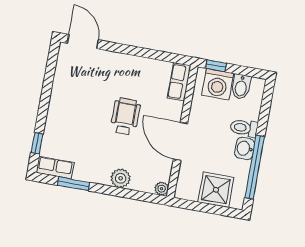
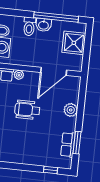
door: (181, 141) -> (54, 71), moved
row of seats: (55, 168) -> (68, 145), moved
plant: (162, 189) -> (19, 75), moved

